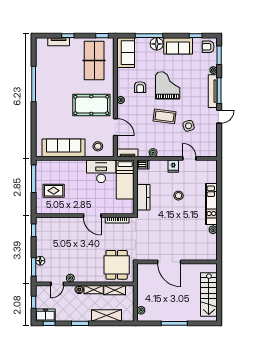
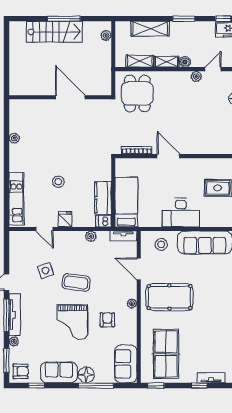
desk: (101, 171) -> (181, 213), moved
kitchen counter: (143, 197) -> (103, 198), moved
kitchen unit: (211, 204) -> (16, 199), moved
stairs: (209, 295) -> (54, 32), moved, turned 90

